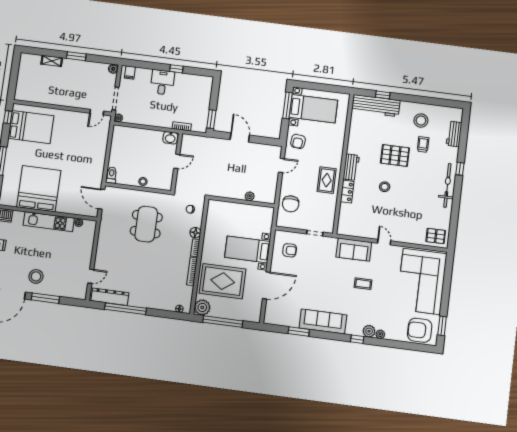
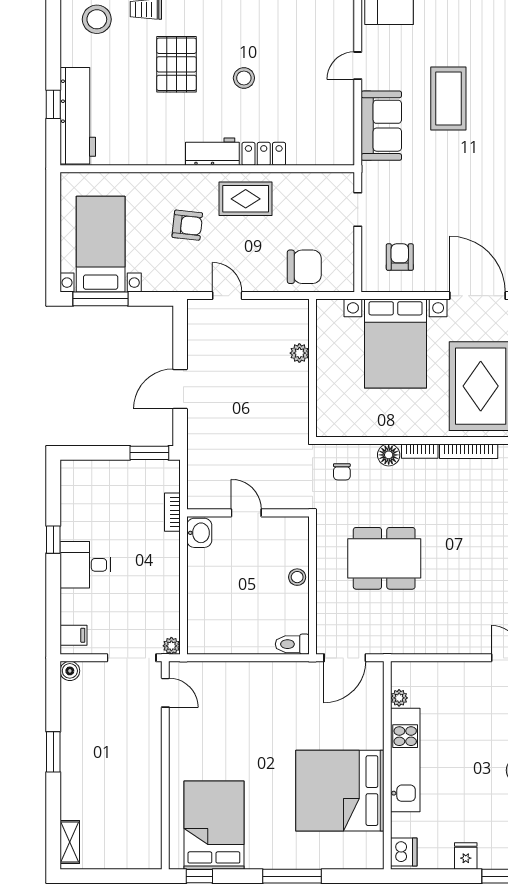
shelving: (52, 61) -> (70, 842), moved
armchair: (298, 141) -> (187, 225), moved
bed with nightstands: (247, 249) -> (396, 344), width x1.36
coffee table: (363, 284) -> (448, 98), width x1.86, depth x1.72

